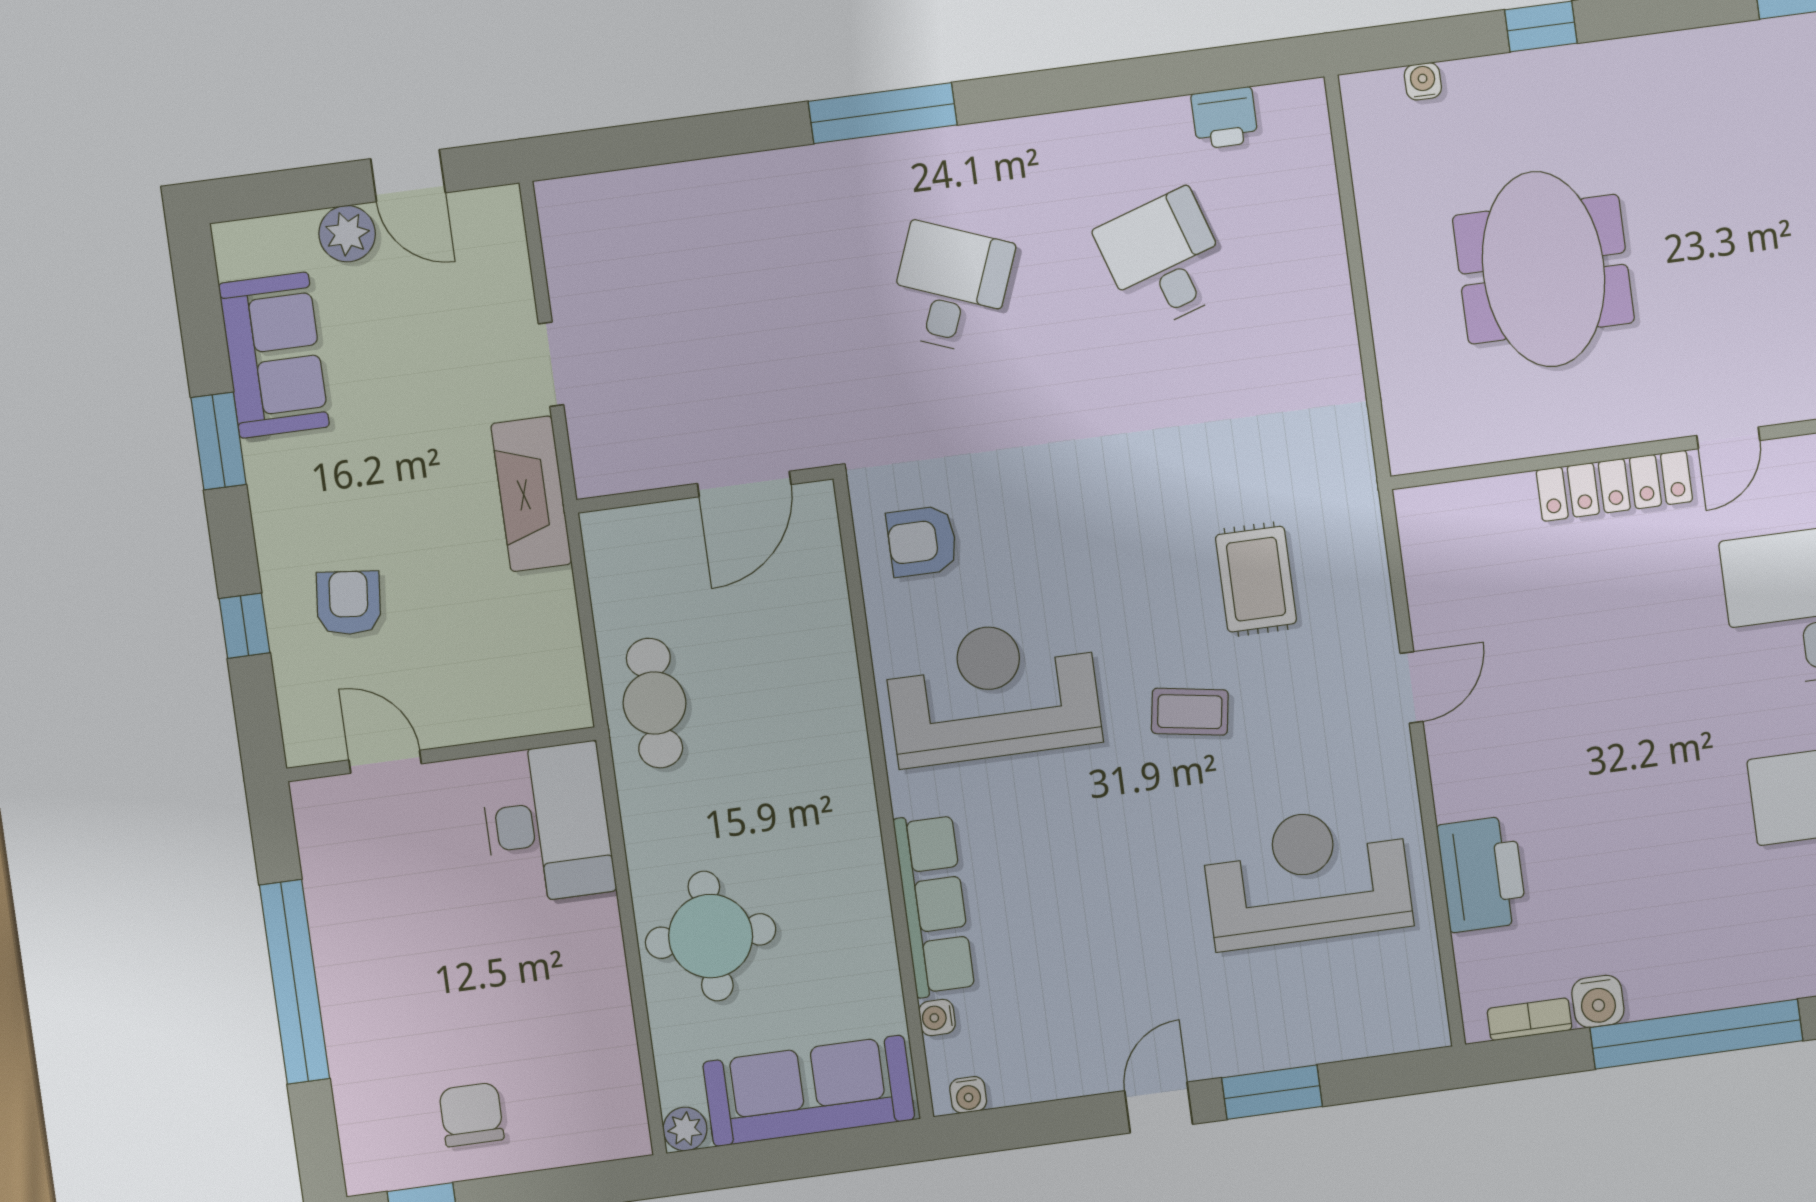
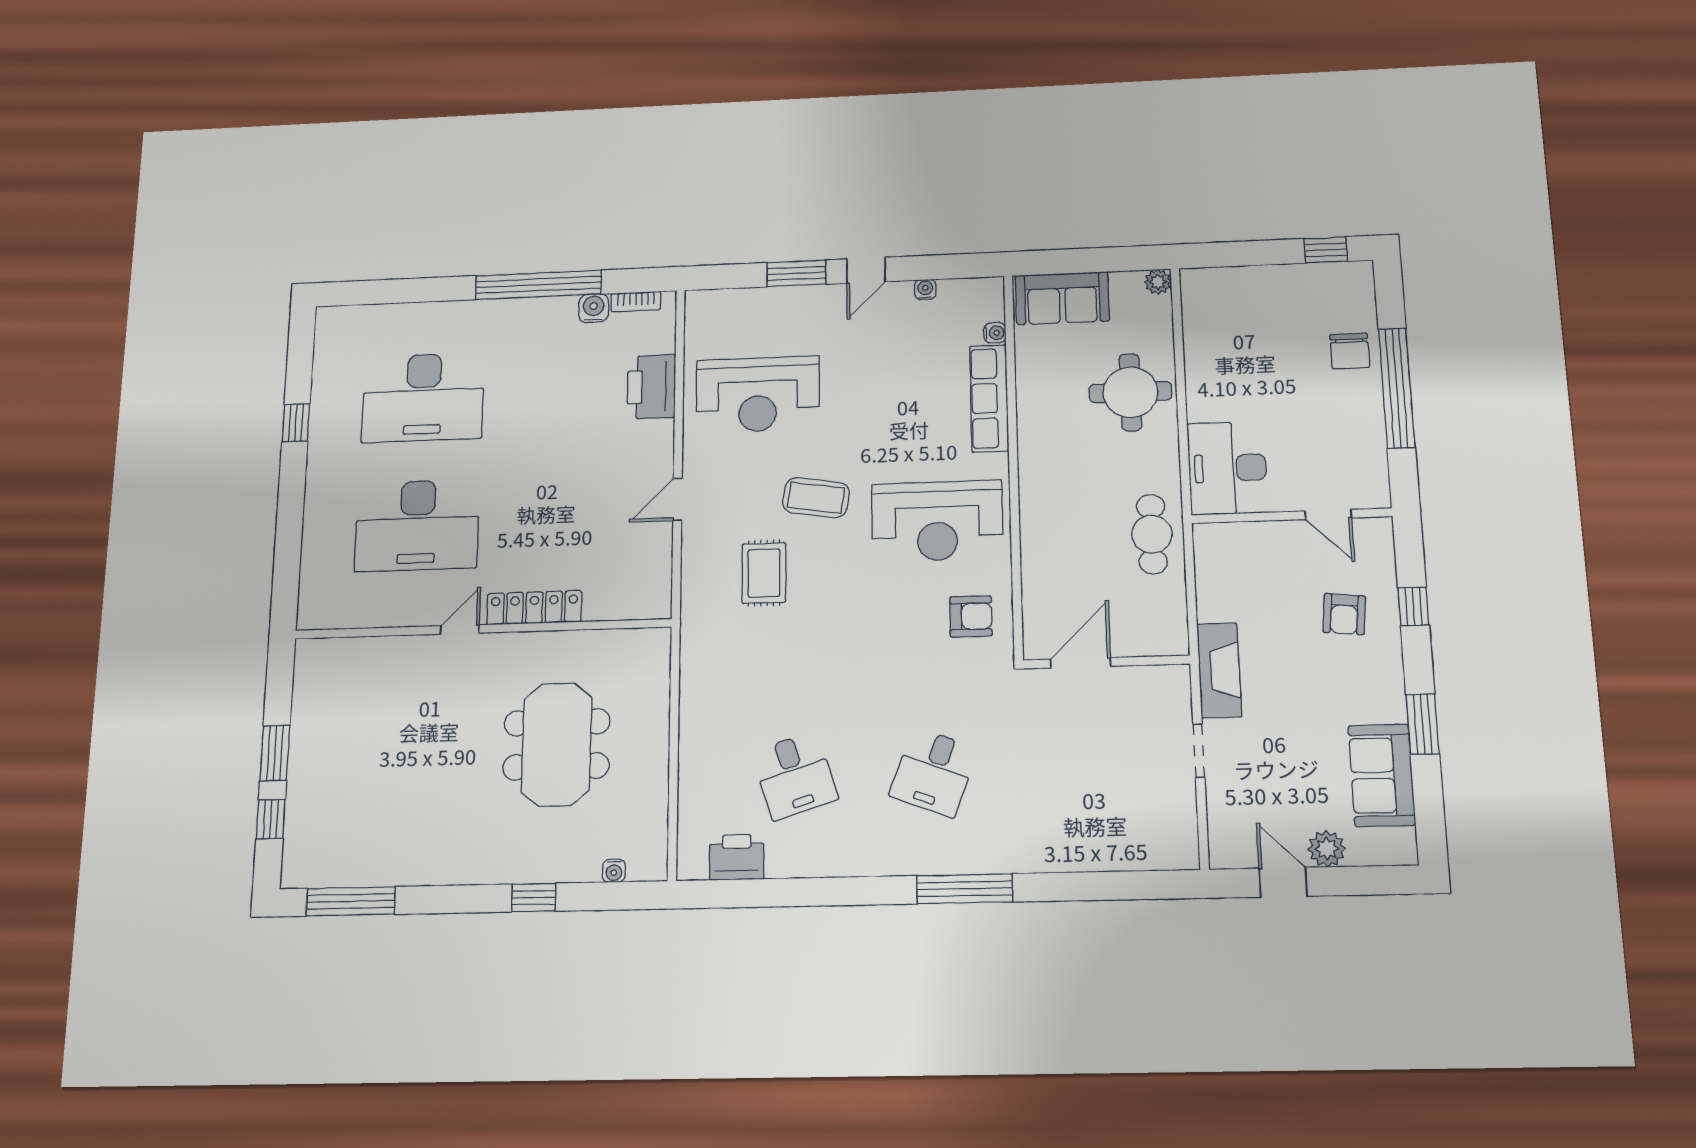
printer: (1225, 118) -> (737, 857), width x1.36, depth x1.24
coffee table: (1190, 712) -> (816, 498), width x1.36, depth x1.30
sofa: (809, 1091) -> (1062, 298), width x0.73
water cooler: (968, 1095) -> (925, 289), moved
chair: (471, 1115) -> (1350, 351), moved

